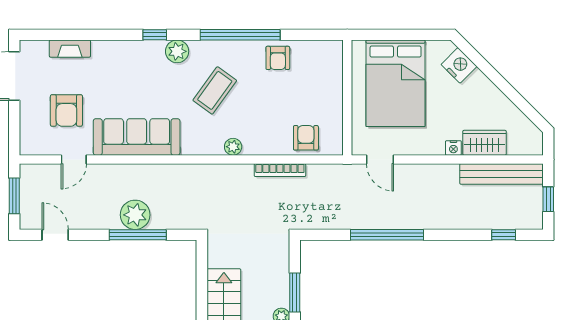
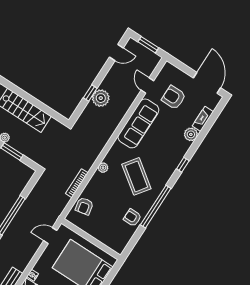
plant: (177, 51) -> (191, 134), moved
coffee table: (215, 90) -> (136, 176), width x1.36, depth x1.32
armchair: (306, 138) -> (84, 206), turned 79
window: (138, 235) -> (90, 93), width x0.46

